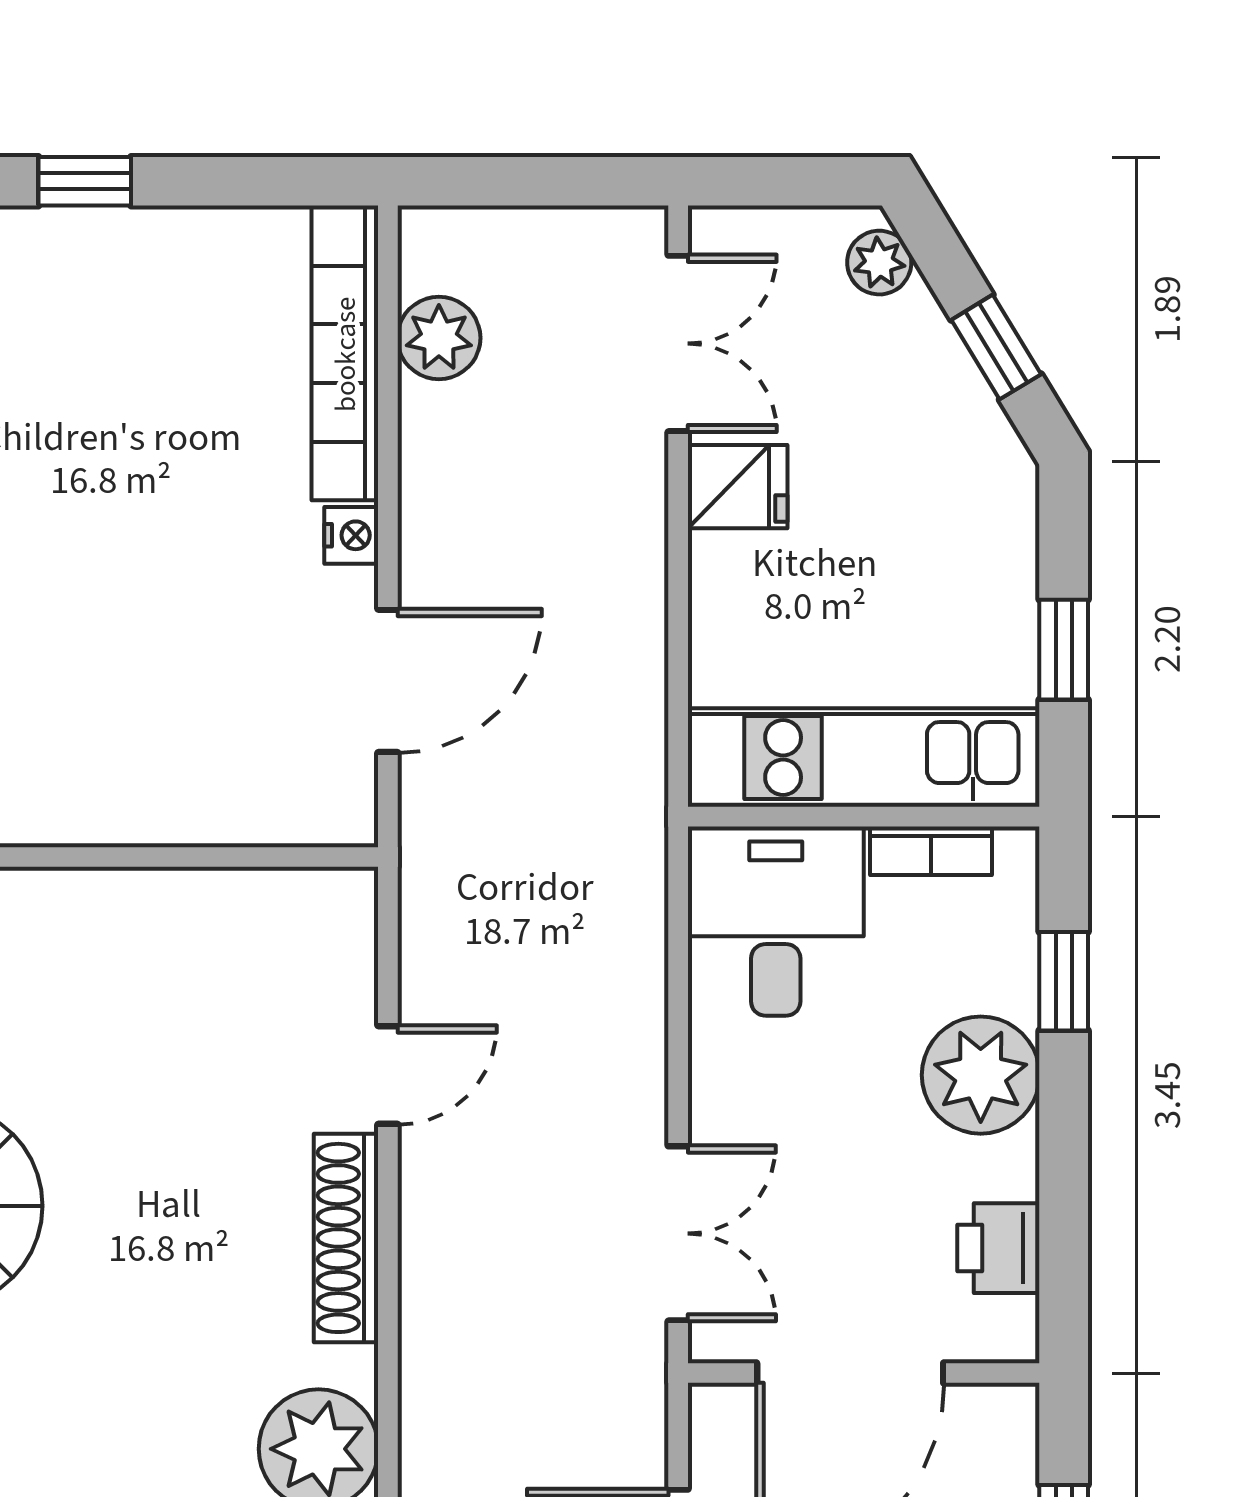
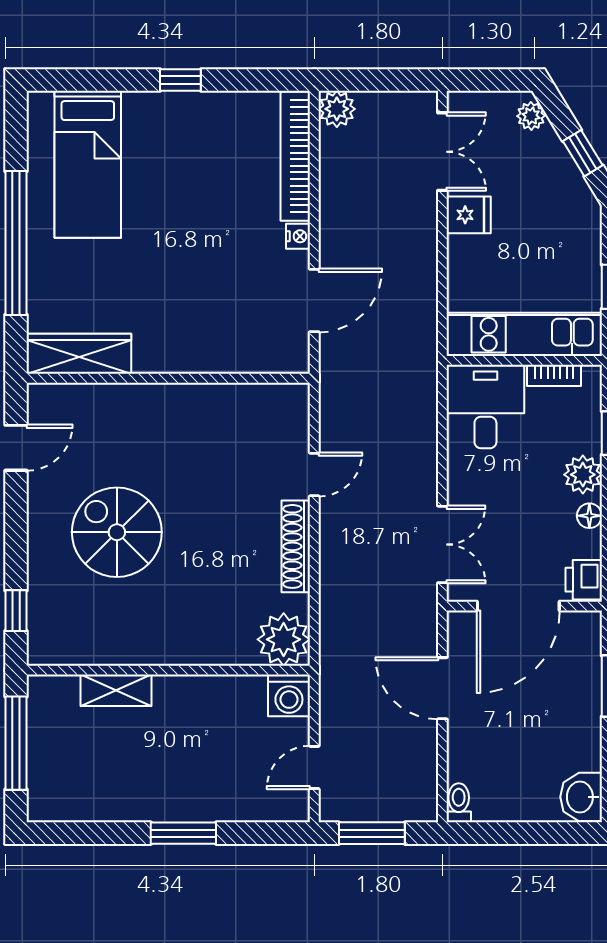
plant: (439, 338) -> (337, 109), moved
plant: (981, 1075) -> (583, 475), width x0.73, depth x0.73
floor lamp: (1011, 1168) -> (589, 516), added
printer: (998, 1248) -> (584, 580), moved

